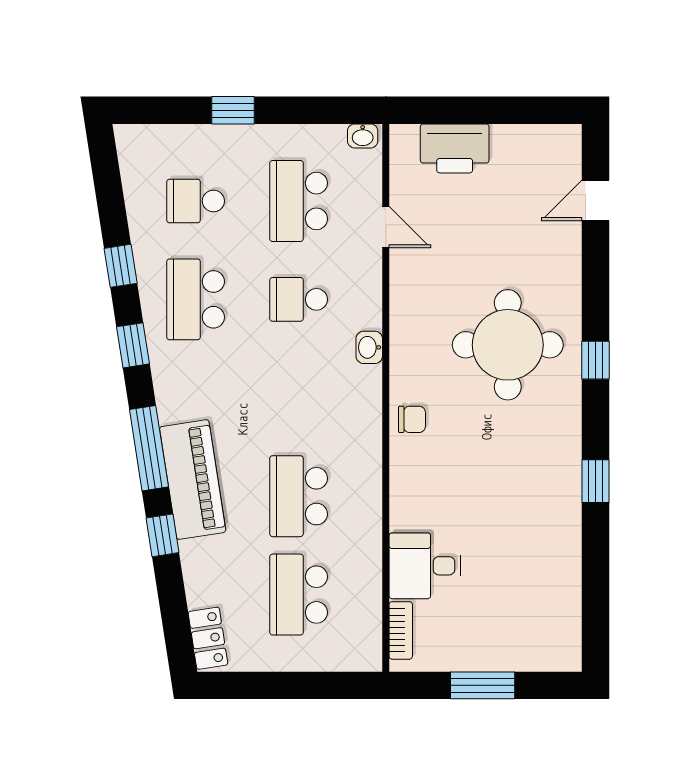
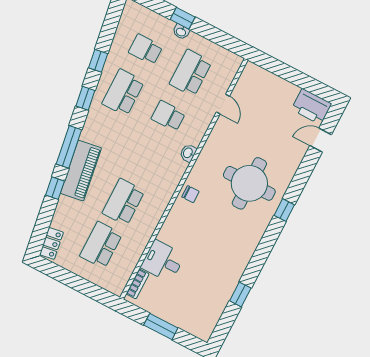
washbasin: (363, 136) -> (181, 32), moved
printer: (455, 148) -> (312, 107), moved
window: (595, 481) -> (240, 294), moved

